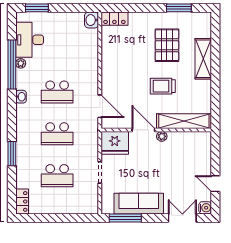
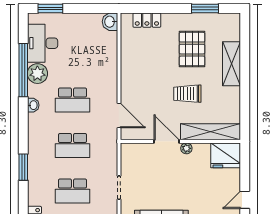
locker: (114, 19) -> (147, 20), moved
plant: (21, 63) -> (37, 74), width x1.87, depth x1.87
fridge: (115, 143) -> (226, 155), moved
door: (215, 184) -> (245, 200), hinge flipped

